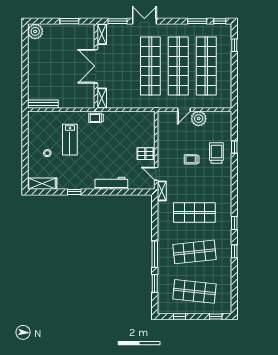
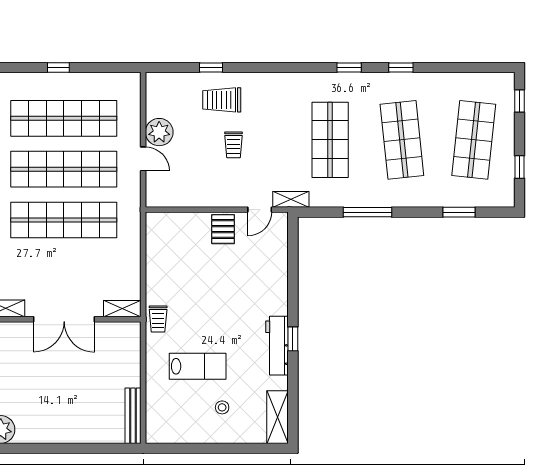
window: (234, 45) -> (58, 67), moved
workbench: (111, 183) -> (277, 346), moved
window: (74, 192) -> (293, 339), moved
window: (155, 254) -> (368, 212), moved

